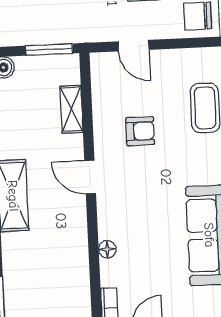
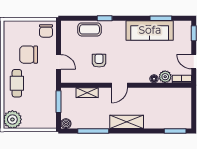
door: (134, 46) -> (59, 62), hinge flipped
plant: (113, 273) -> (165, 77), added

